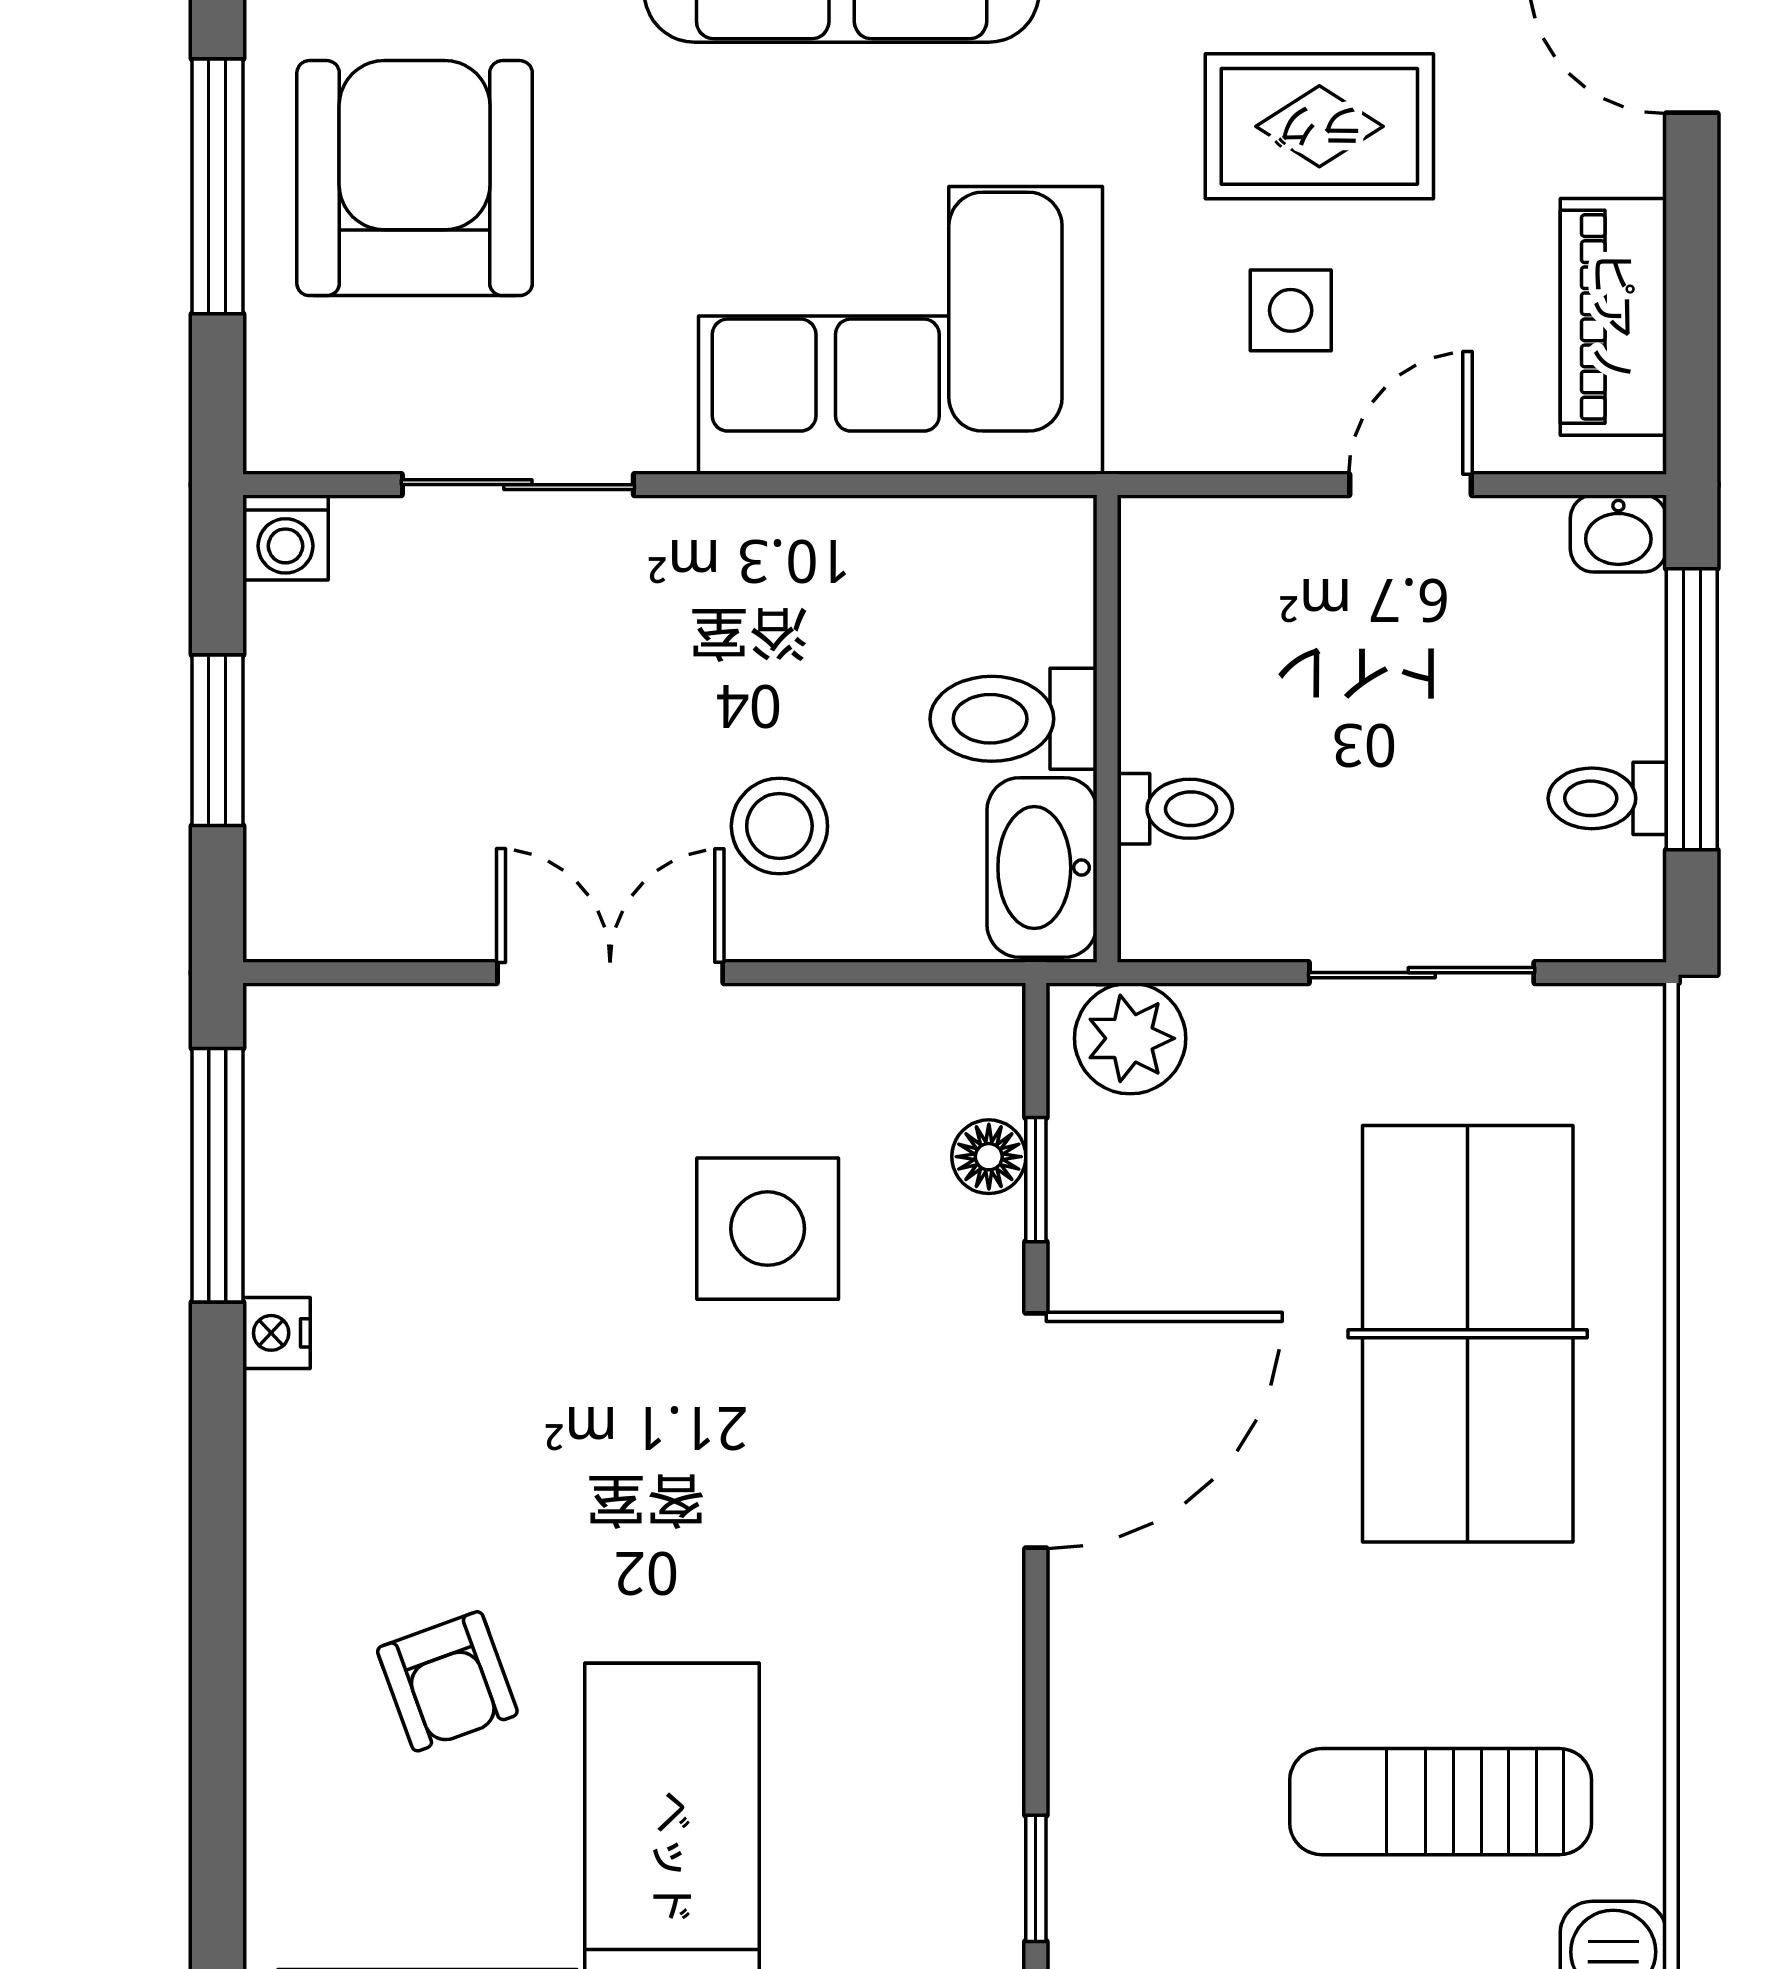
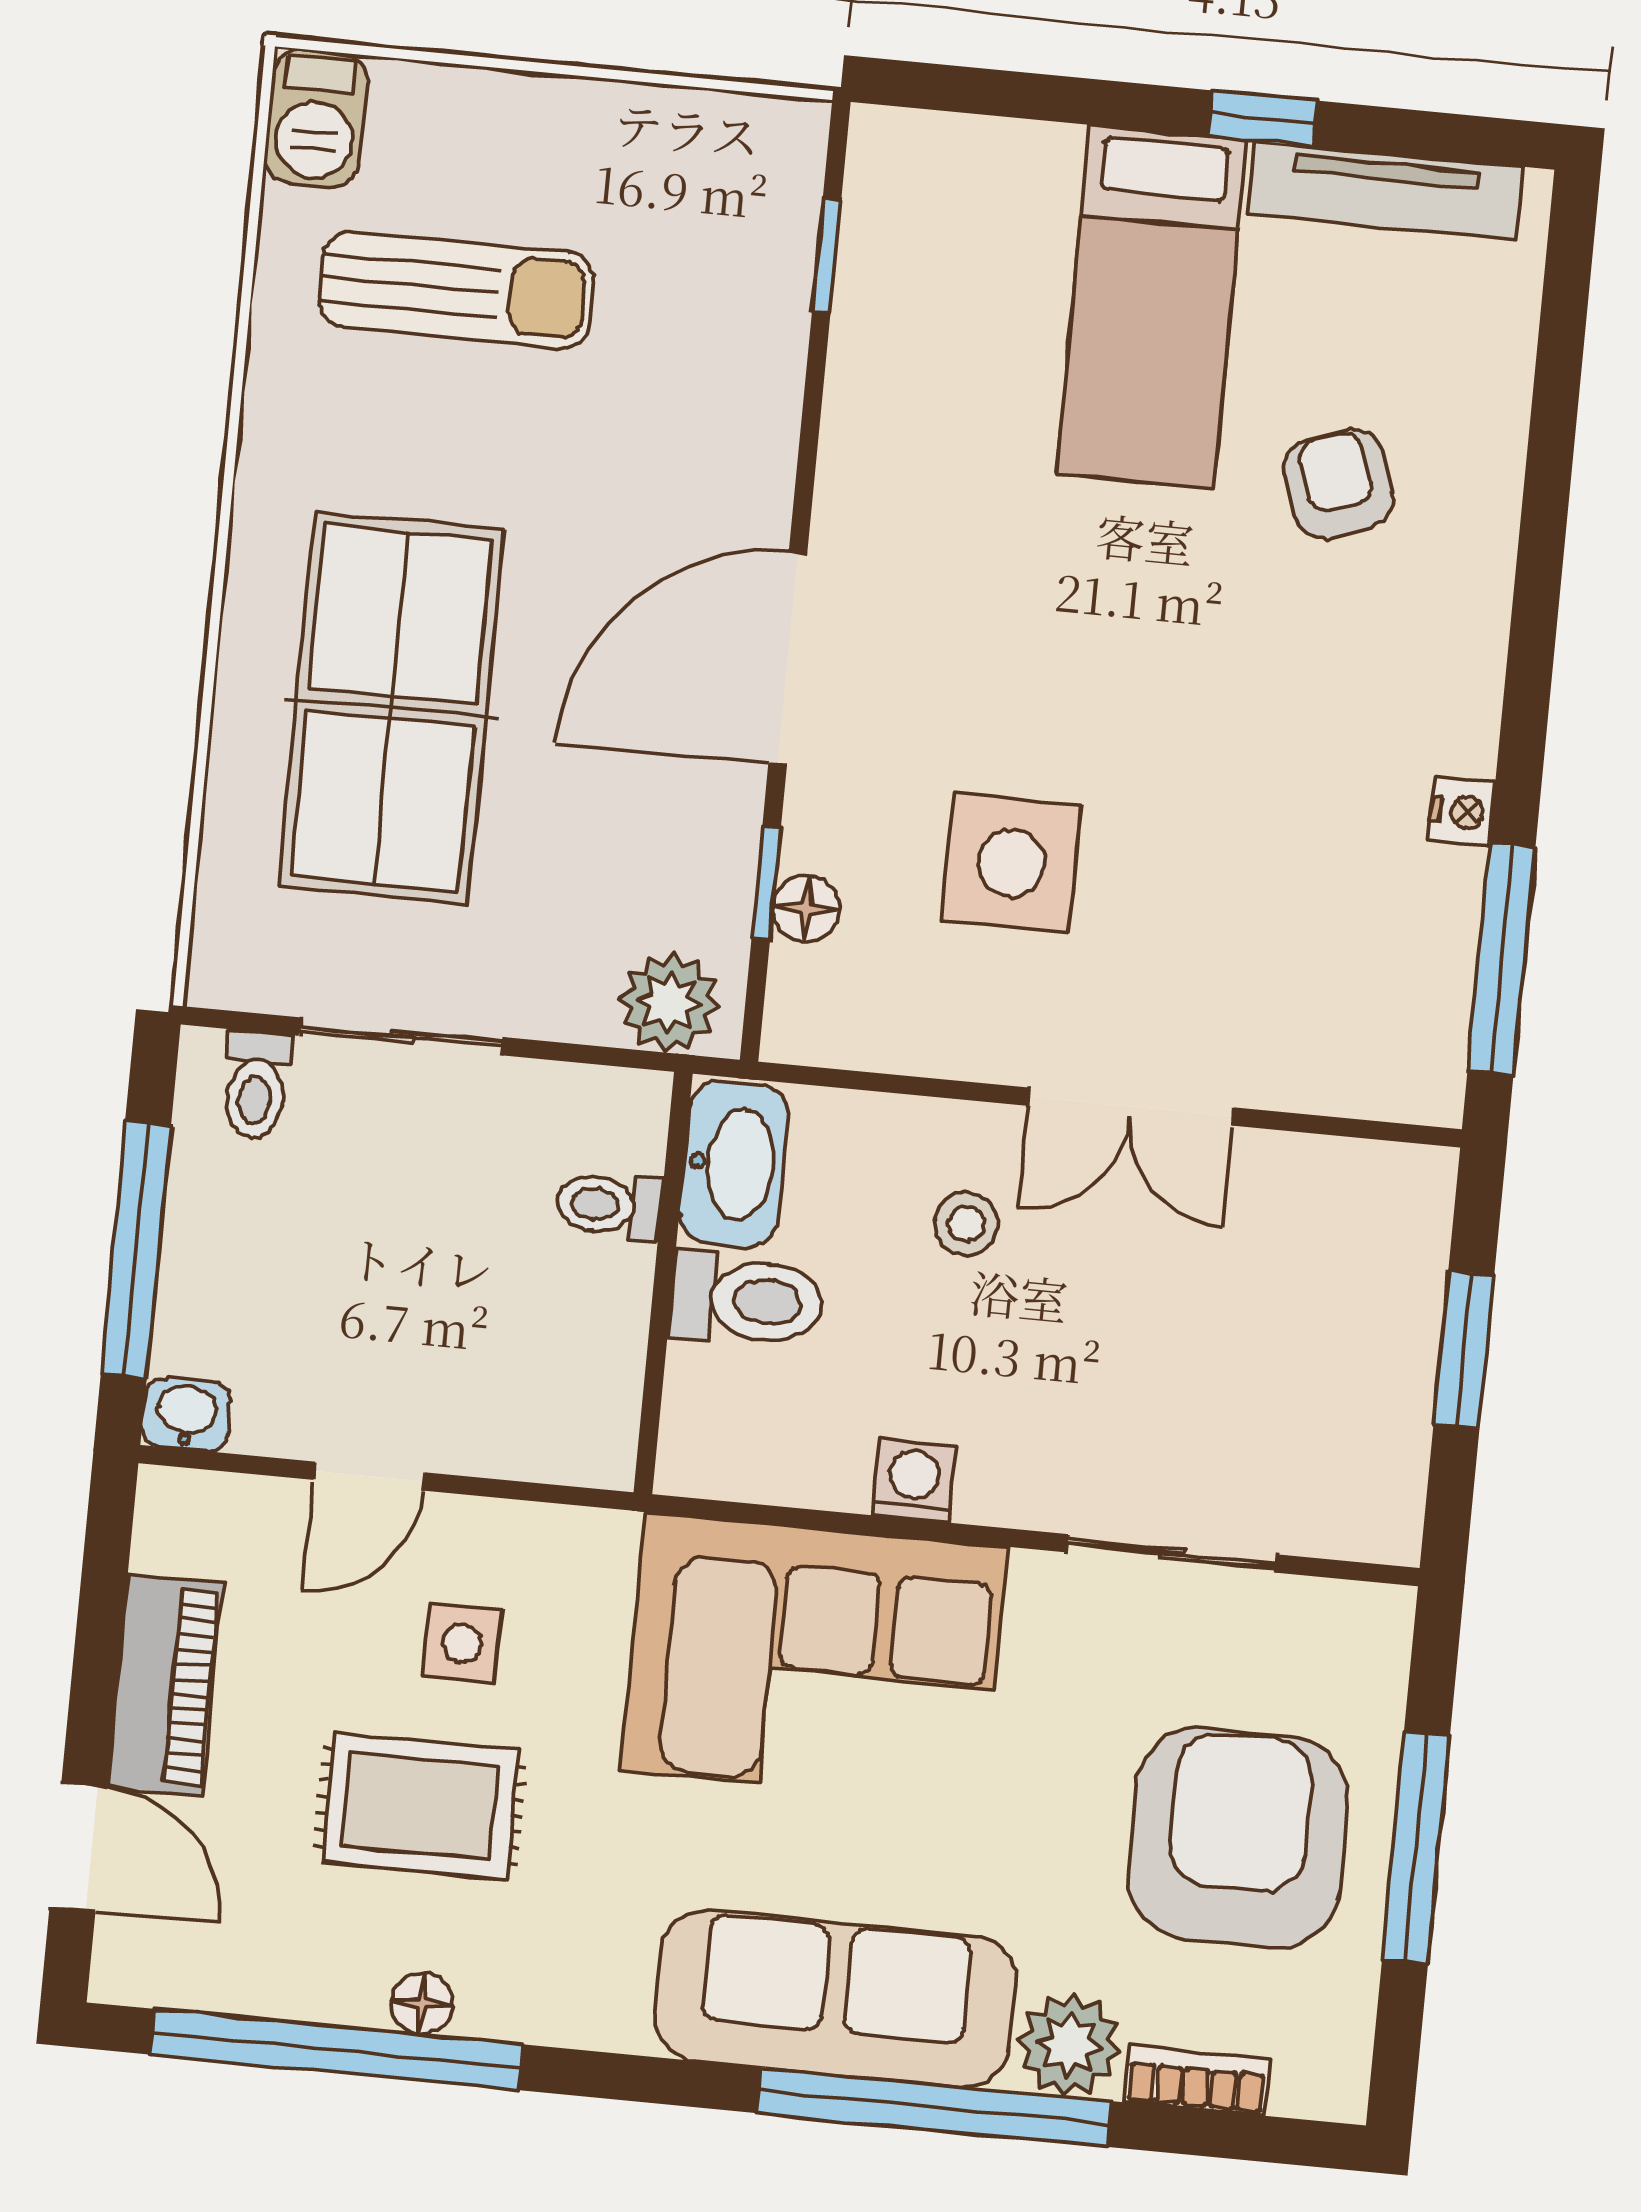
armchair: (415, 178) -> (1238, 1838), turned 180
piano: (1613, 317) -> (165, 1685), moved
washing machine: (285, 537) -> (914, 1481), moved
toilet: (1607, 798) -> (256, 1085), moved, turned 90
stool: (779, 826) -> (966, 1224), width x0.73, depth x0.73

